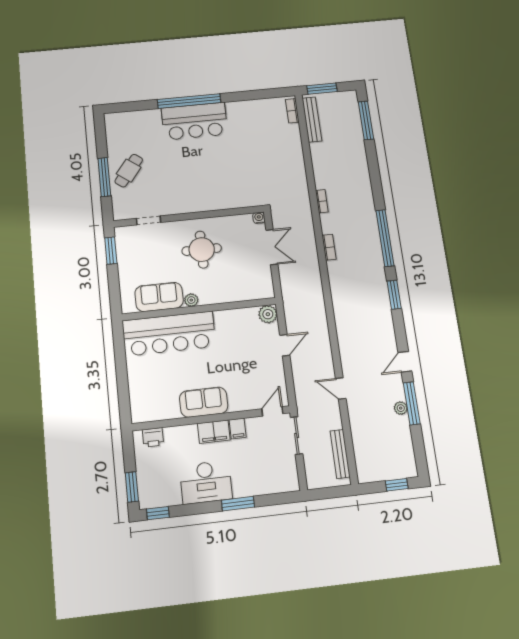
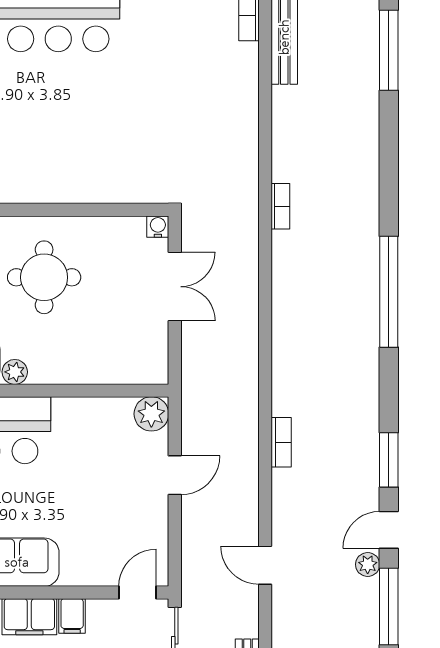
bookcase: (329, 247) -> (281, 442), moved
window: (394, 295) -> (389, 460), moved
plant: (401, 408) -> (368, 564), moved

